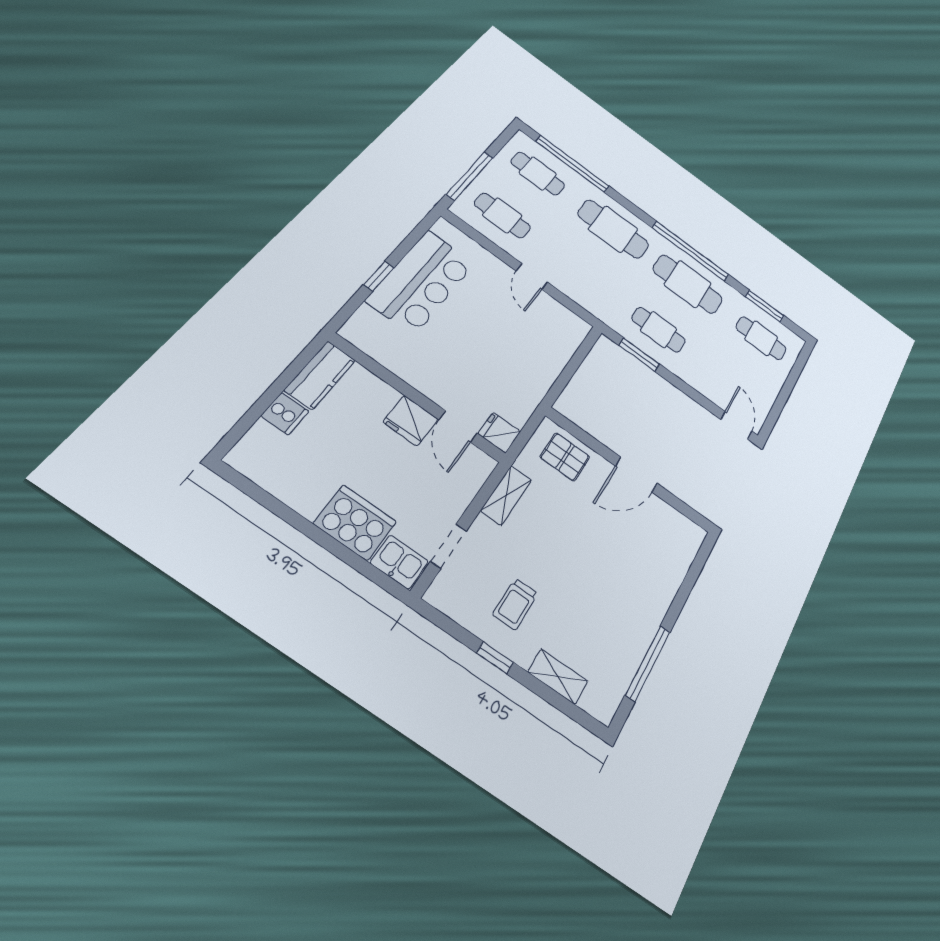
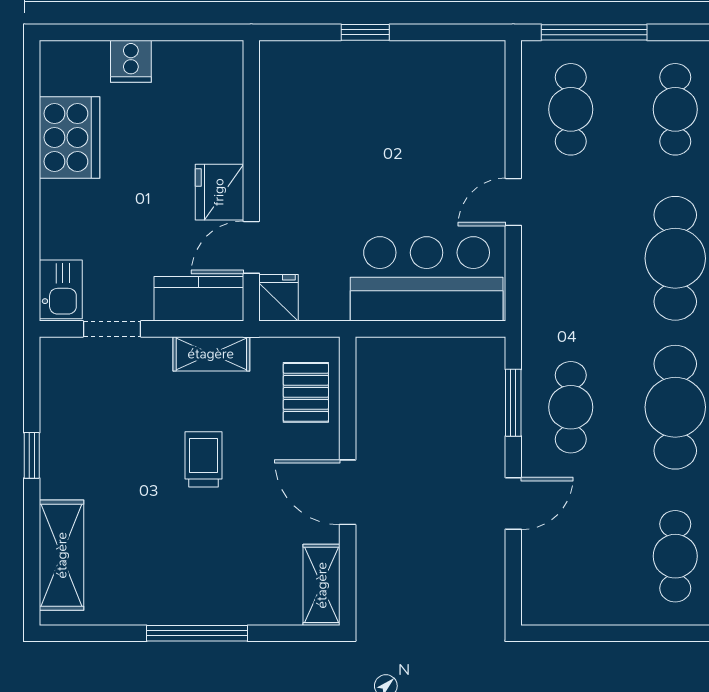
bar counter: (421, 282) -> (427, 279), moved, turned 180
kitchen counter: (320, 375) -> (199, 299), moved, turned 180
door: (736, 425) -> (513, 503), moved
cooker: (355, 523) -> (70, 138), moved
shelving: (680, 527) -> (322, 585), added
trolley: (515, 604) -> (203, 459), moved, turned 90
window: (648, 663) -> (197, 633), moved
shelving: (558, 677) -> (62, 555), width x1.50, depth x1.33

